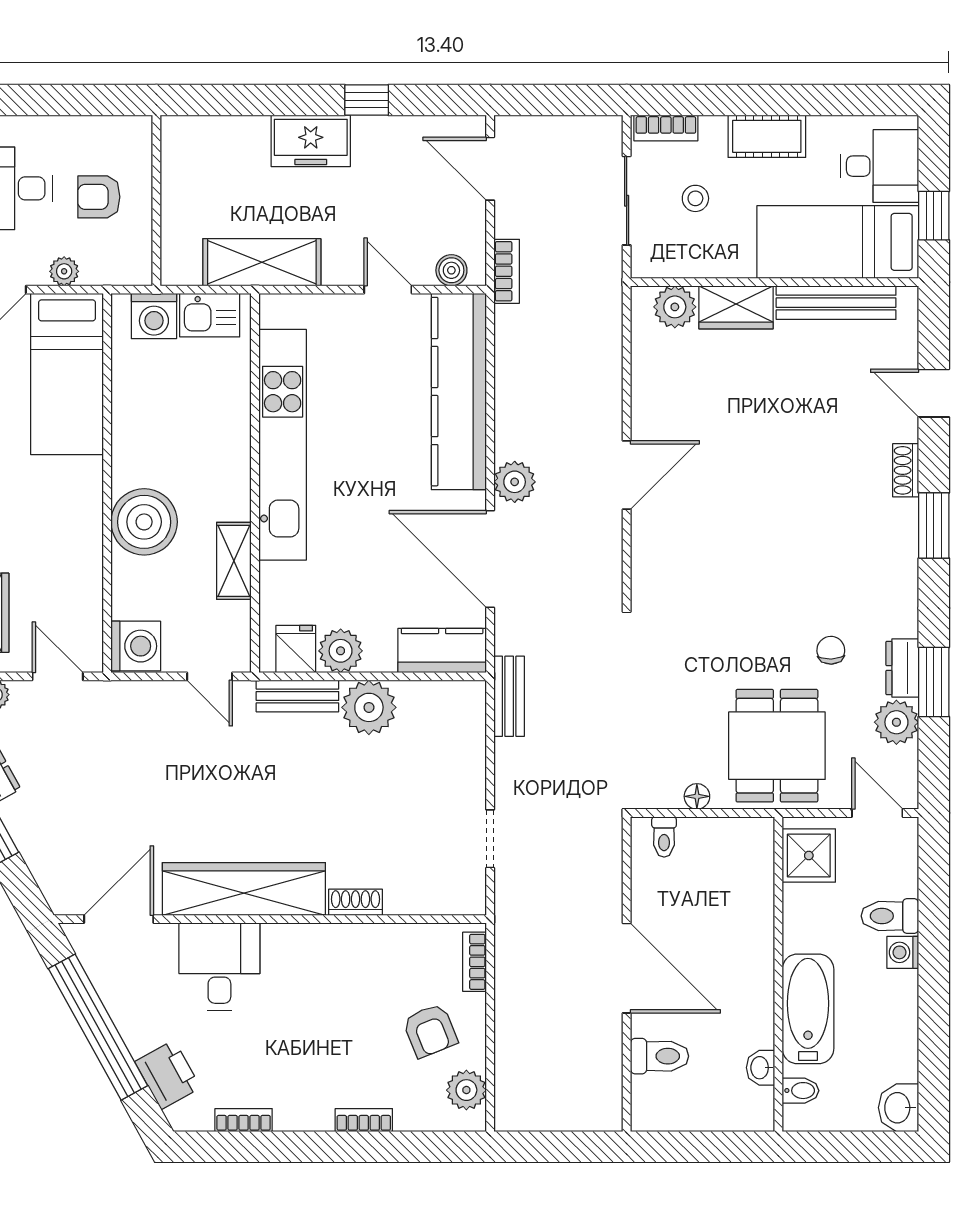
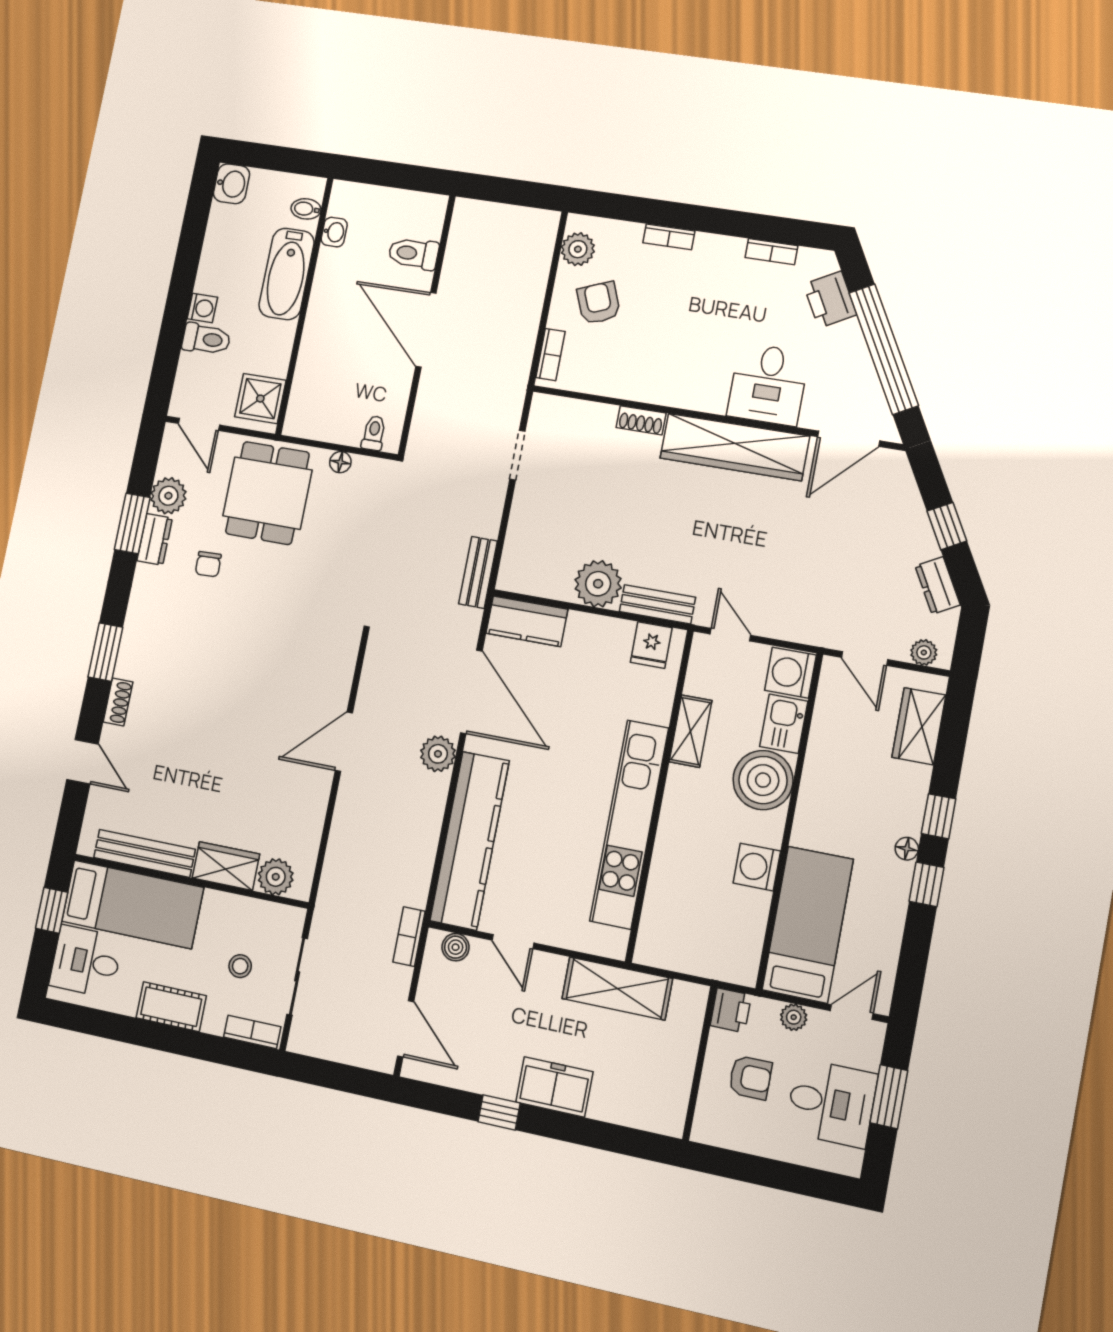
printer: (133, 265) -> (731, 1010), added
kitchen sink: (210, 315) -> (784, 724), moved, turned -90
washing machine: (154, 316) -> (757, 867), moved, turned -90
plant: (341, 651) -> (613, 637), removed

